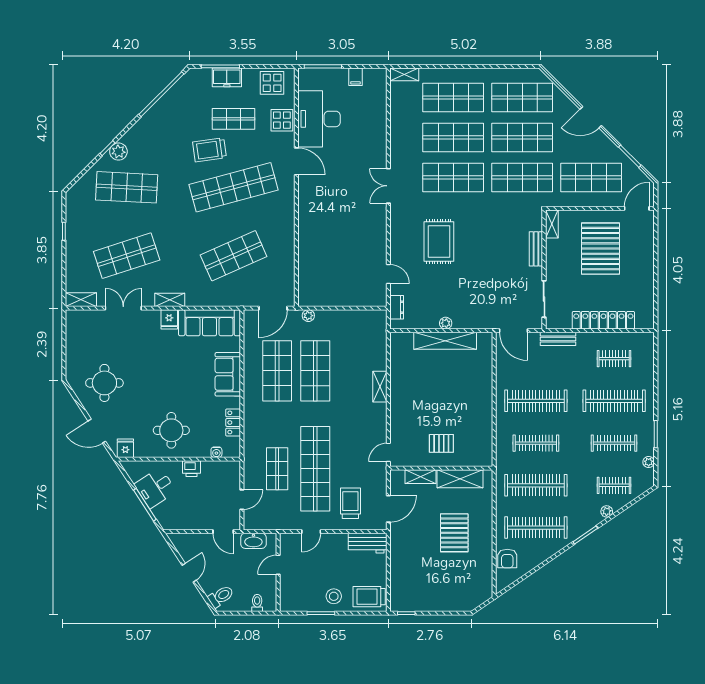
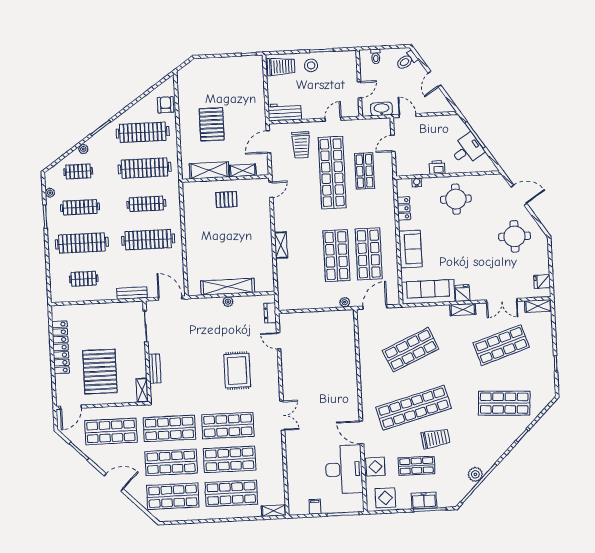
plant: (118, 152) -> (475, 474), moved
locker: (603, 320) -> (61, 347), moved, turned -90
fridge: (125, 448) -> (542, 282), moved, turned 90

